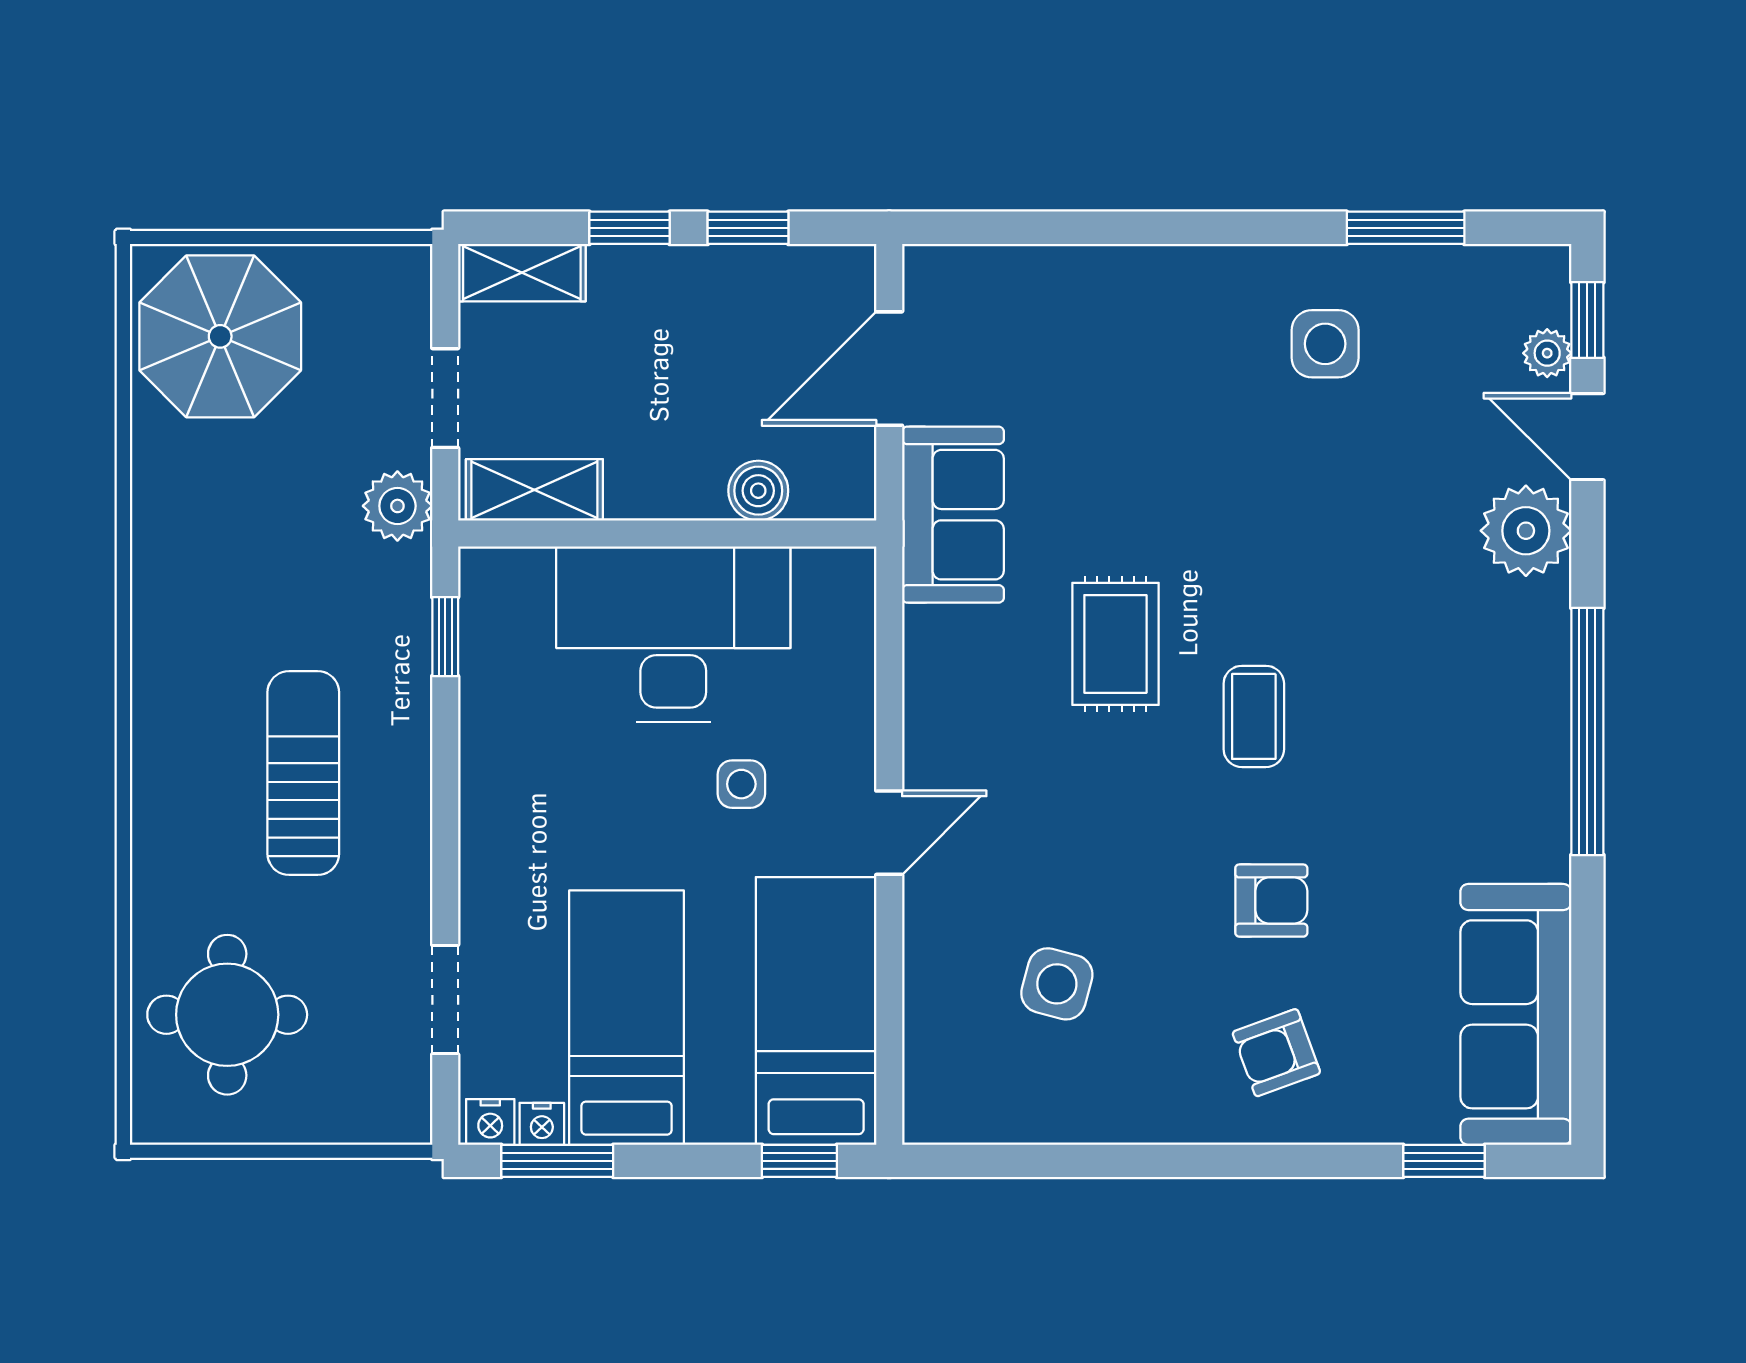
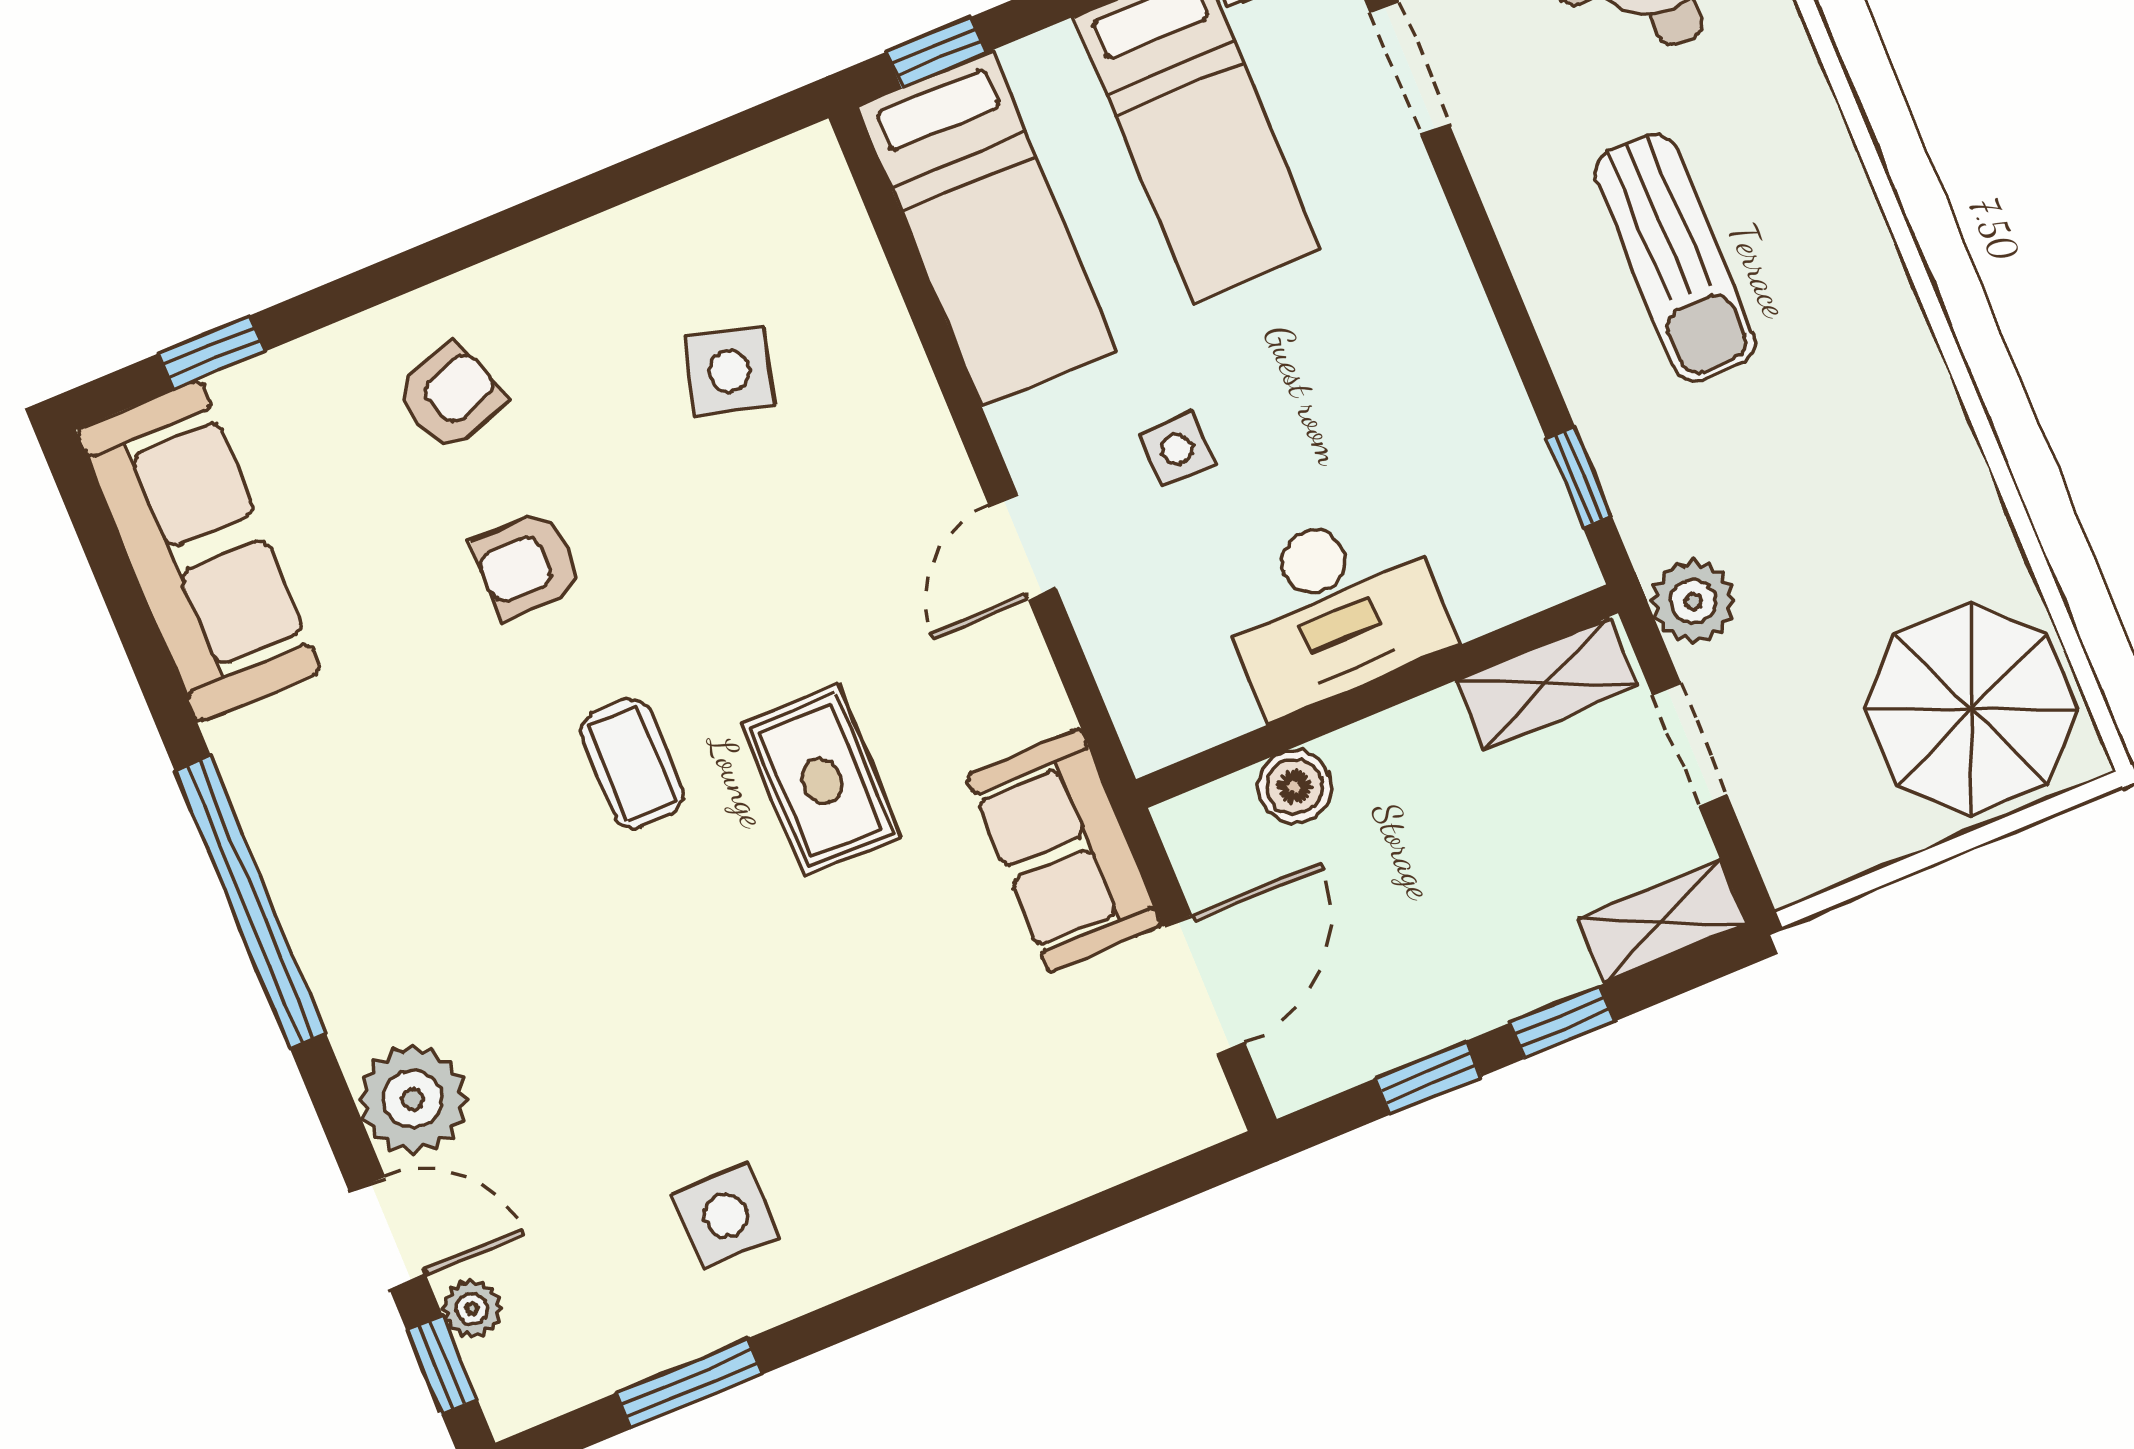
desk: (673, 634) -> (1333, 609), width x0.73, depth x0.77
door: (889, 833) -> (1023, 547), moved

